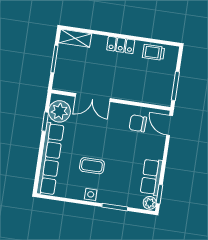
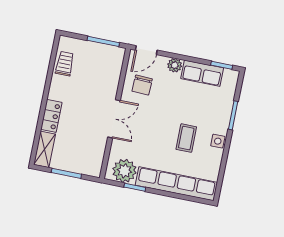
locker: (121, 45) -> (51, 116), moved
trolley: (154, 52) -> (65, 64), turned 180
double door: (93, 97) -> (114, 119), moved
plant: (150, 203) -> (175, 65), moved

